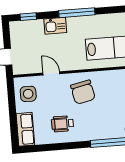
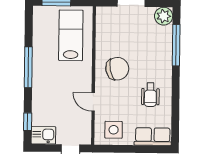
kitchen sink: (55, 26) -> (43, 135), moved, turned -90
door: (51, 73) -> (93, 102), hinge flipped

